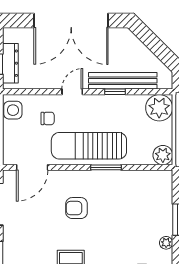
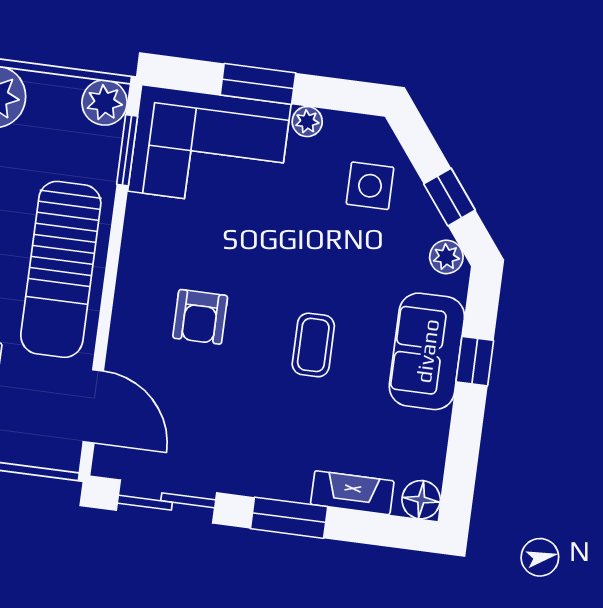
window: (106, 167) -> (127, 150), moved
corner sofa: (149, 202) -> (209, 148), added

